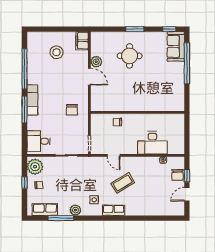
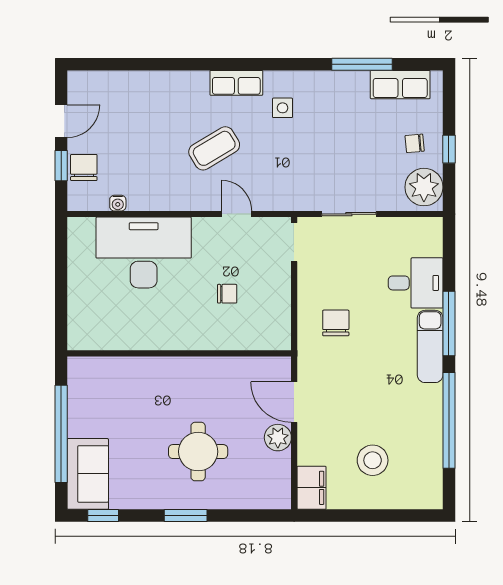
wall: (137, 112) -> (179, 353), moved
desk: (38, 141) -> (416, 283), moved
desk: (152, 143) -> (144, 253), width x1.36, depth x1.30
plant: (75, 210) -> (327, 83), removed

